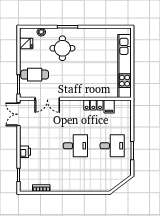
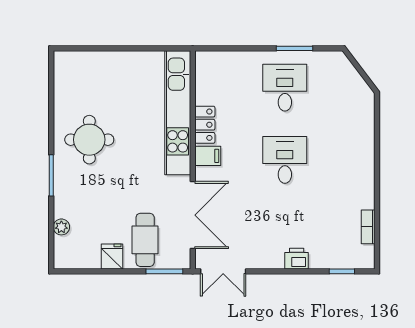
fridge: (26, 44) -> (112, 257), moved
round table: (62, 48) -> (89, 140), moved
kitchen unit: (125, 66) -> (178, 113), moved, turned 90
double door: (47, 99) -> (193, 215), width x1.37
filing cabinet: (109, 106) -> (208, 156), moved

